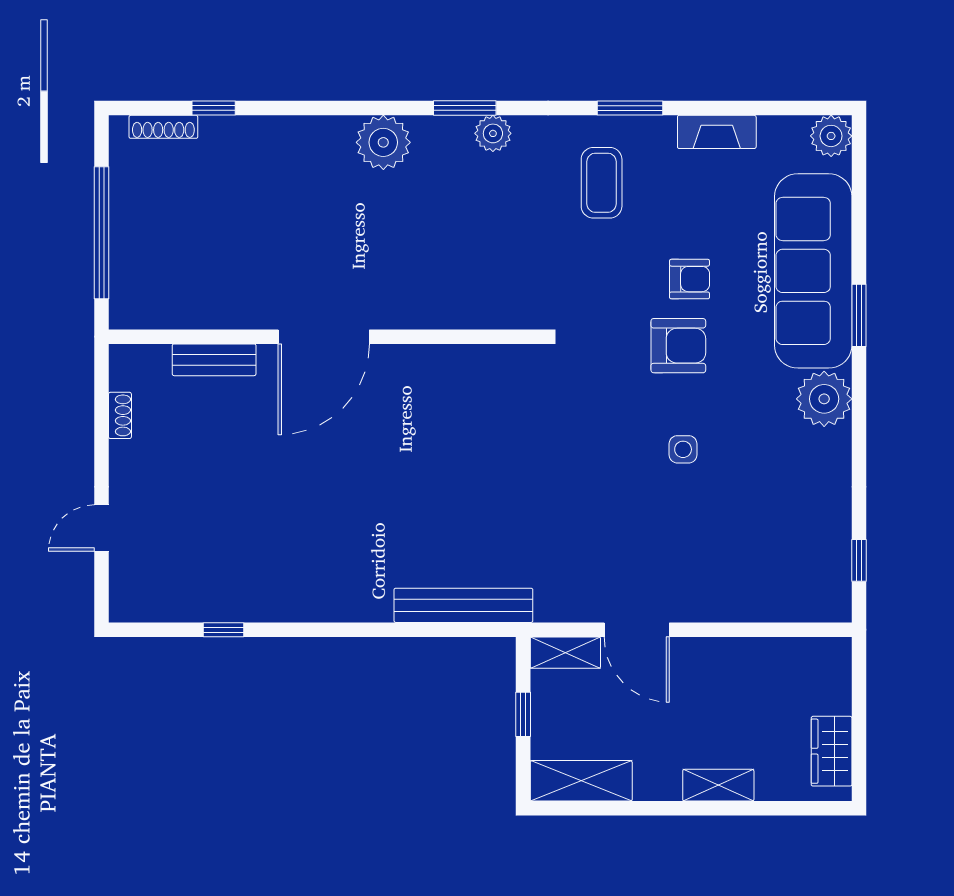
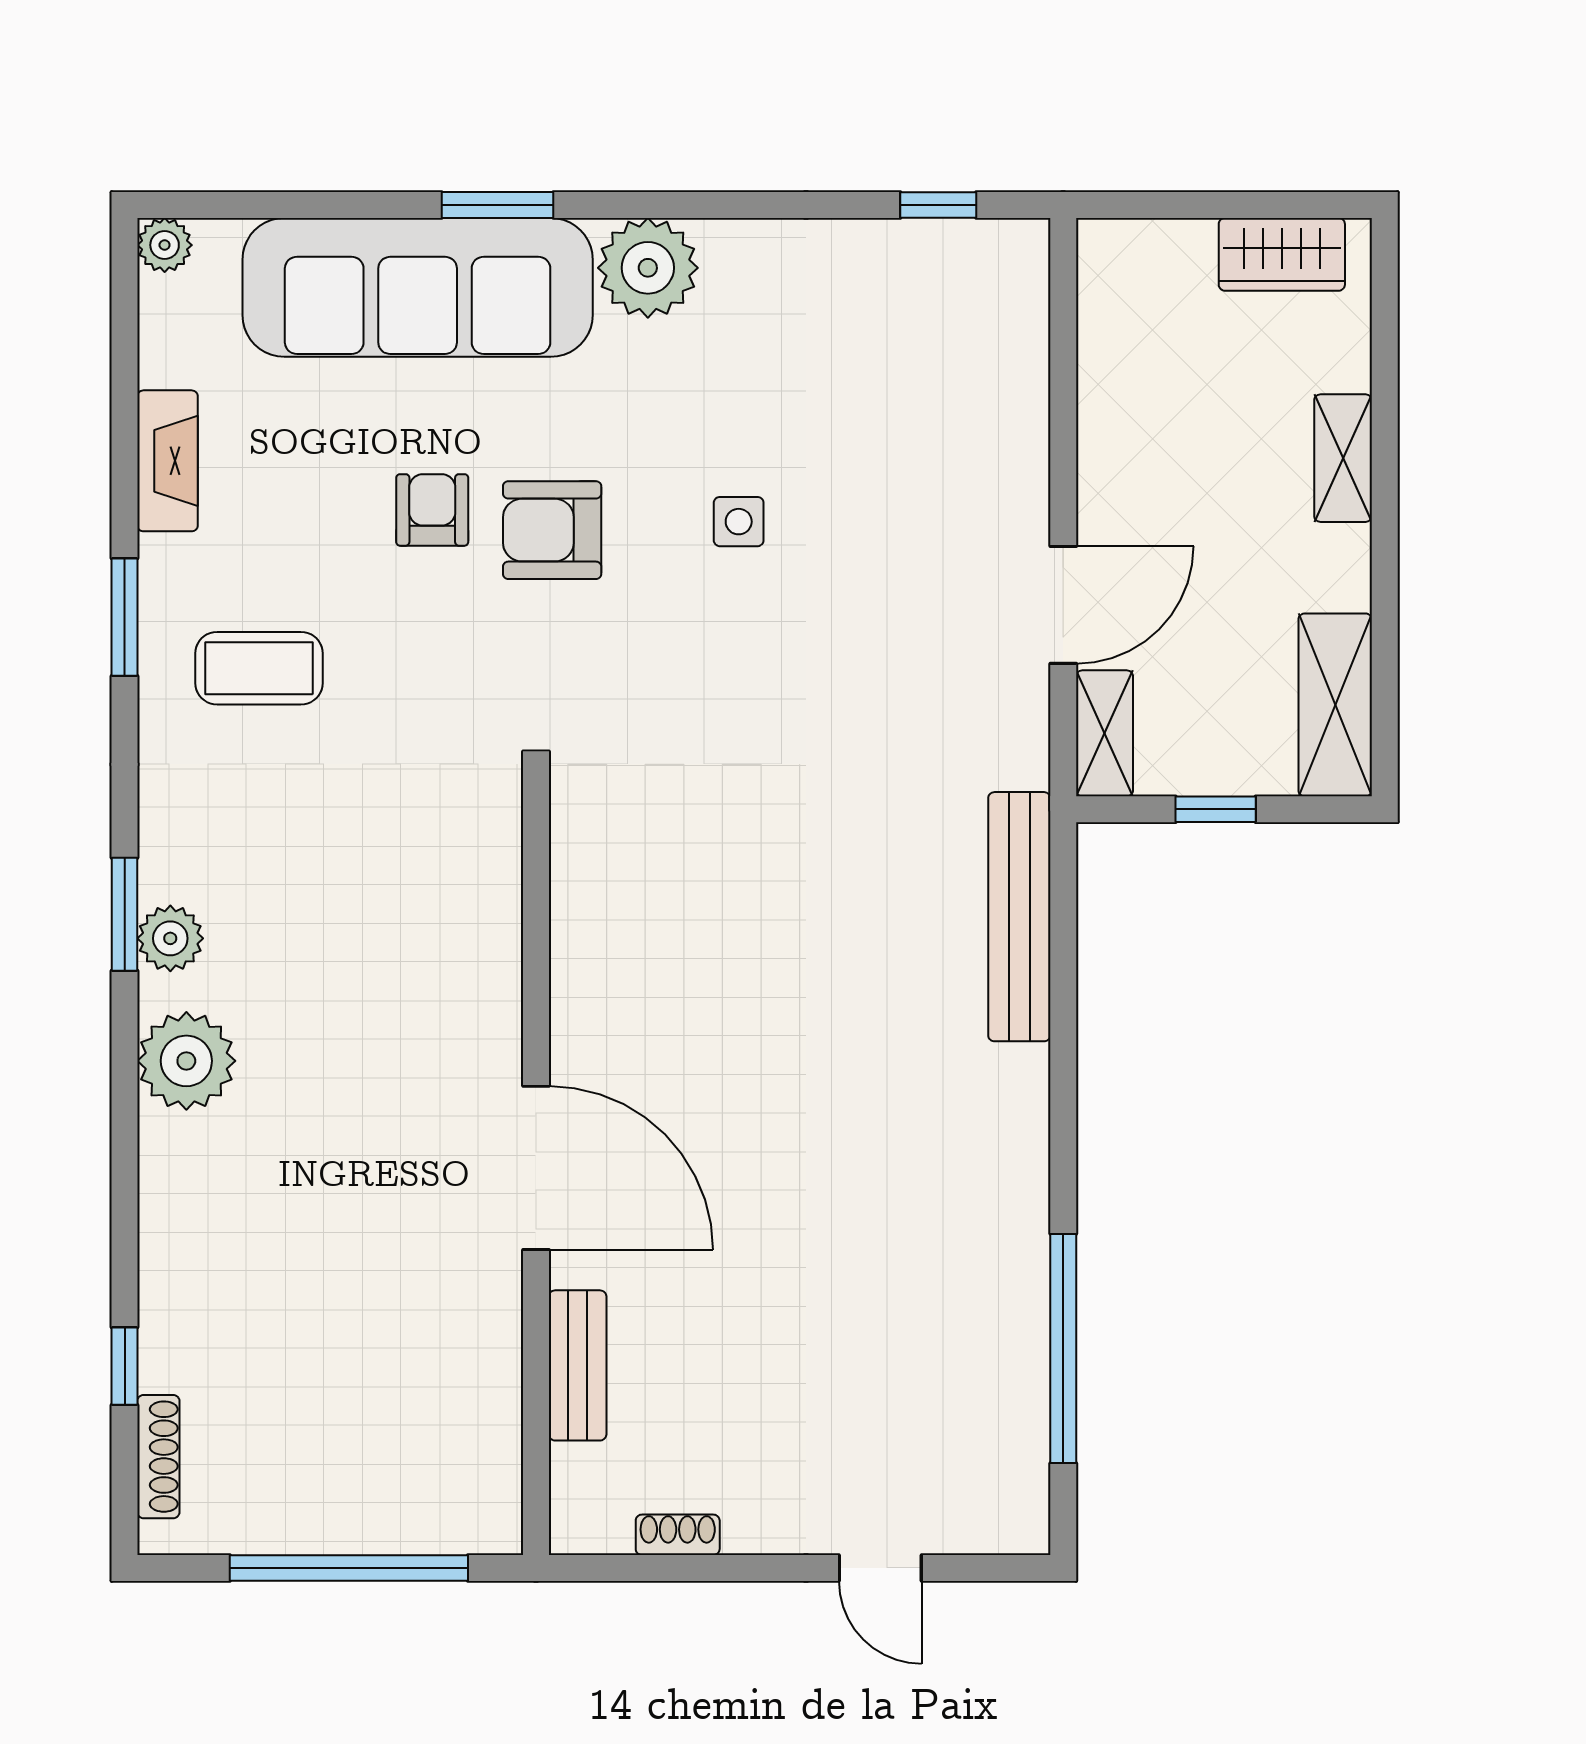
plant: (493, 133) -> (170, 938), moved
plant: (831, 136) -> (165, 245), width x0.73, depth x0.73
armchair: (678, 346) -> (552, 530), turned -90
window: (224, 630) -> (1063, 1348), width x3.17

